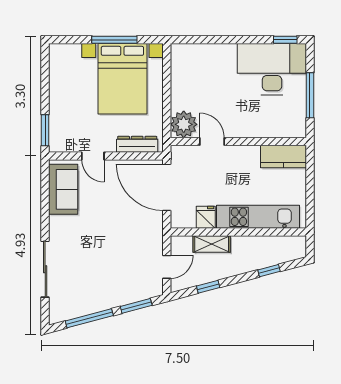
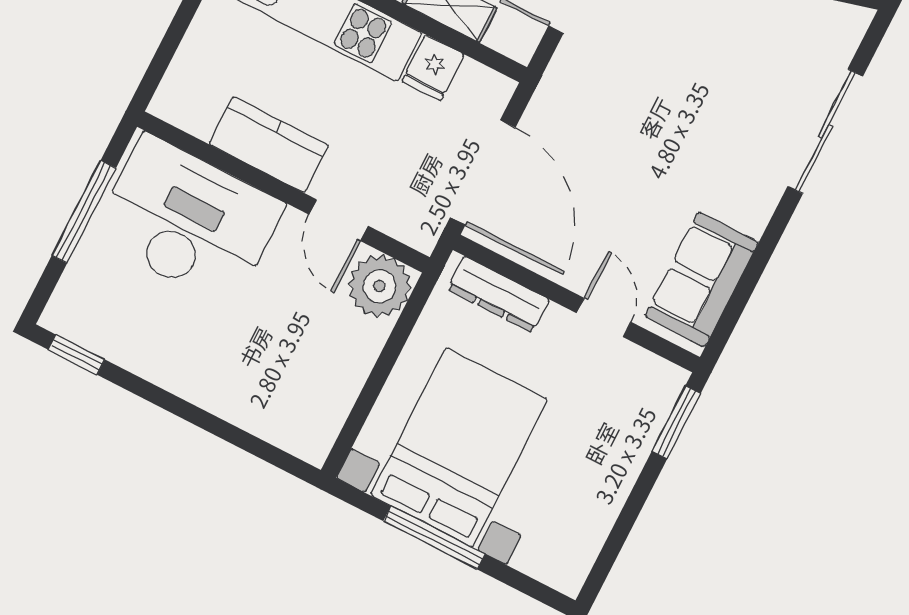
desk: (272, 69) -> (188, 221), moved, turned 180
kitchen counter: (283, 156) -> (269, 145), moved

